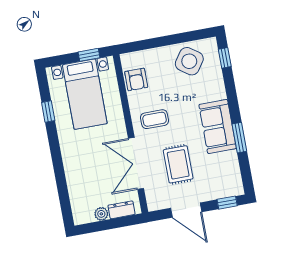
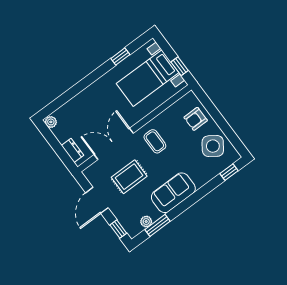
armchair: (136, 79) -> (196, 119), moved
window: (239, 138) -> (158, 225), moved
plant: (234, 170) -> (146, 221), added
plant: (101, 214) -> (51, 122), moved

